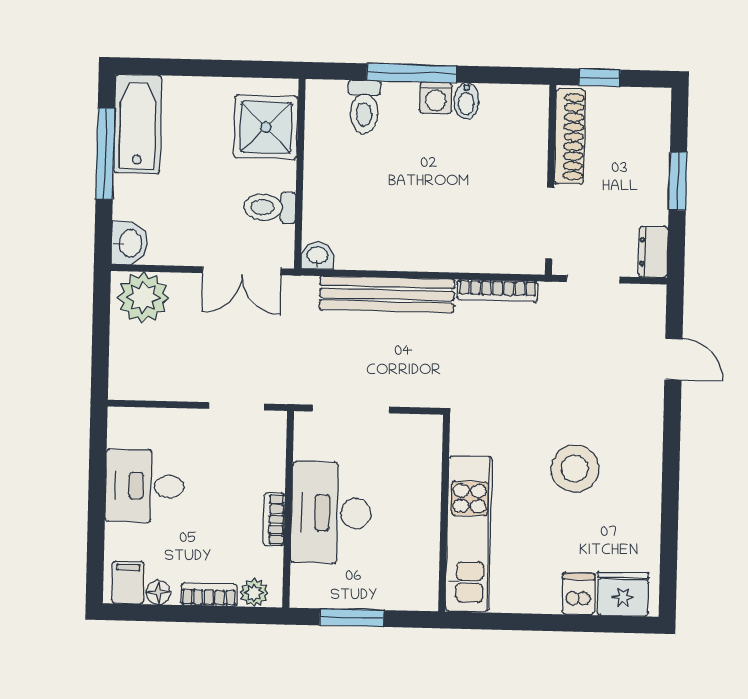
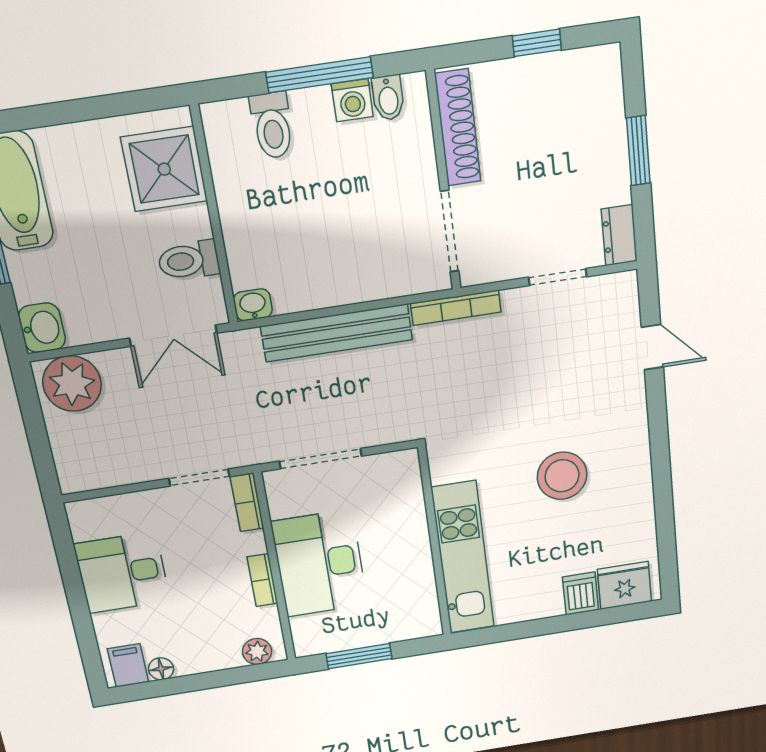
shoe rack: (570, 137) -> (458, 128), moved
wall: (551, 180) -> (444, 182), moved
doorway: (550, 223) -> (450, 231), moved
bookcase: (209, 595) -> (247, 502), moved, turned -90

